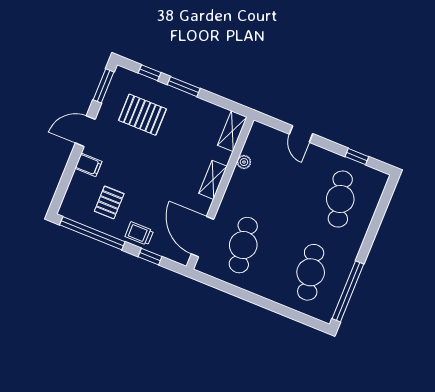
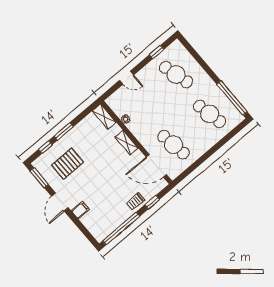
pallet: (109, 202) -> (108, 210), removed

